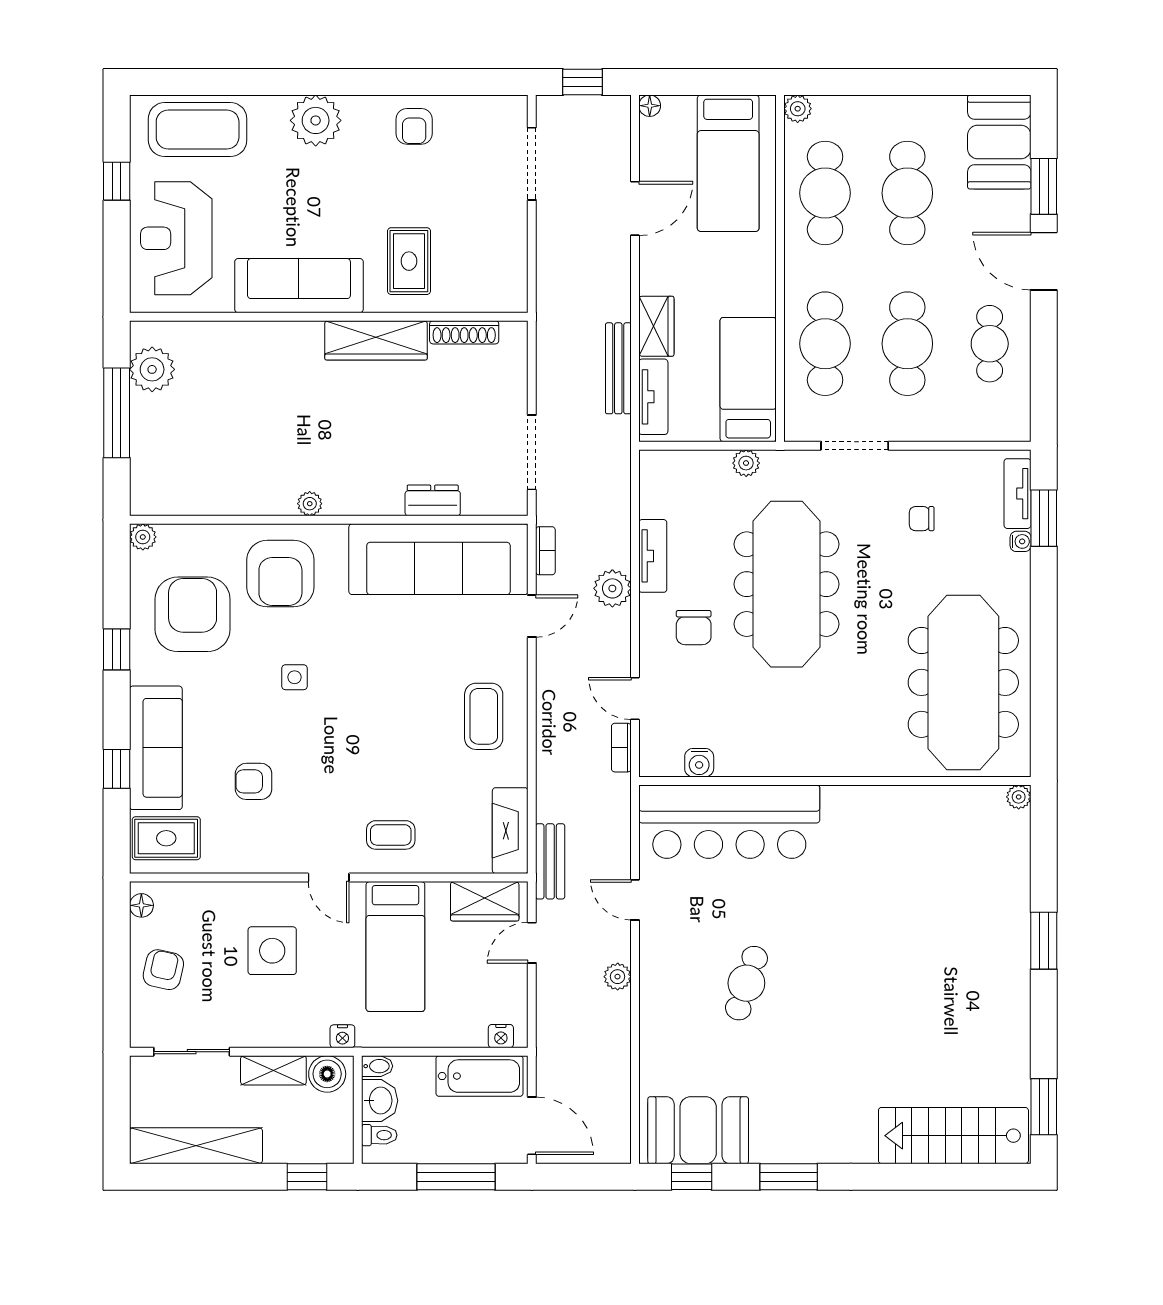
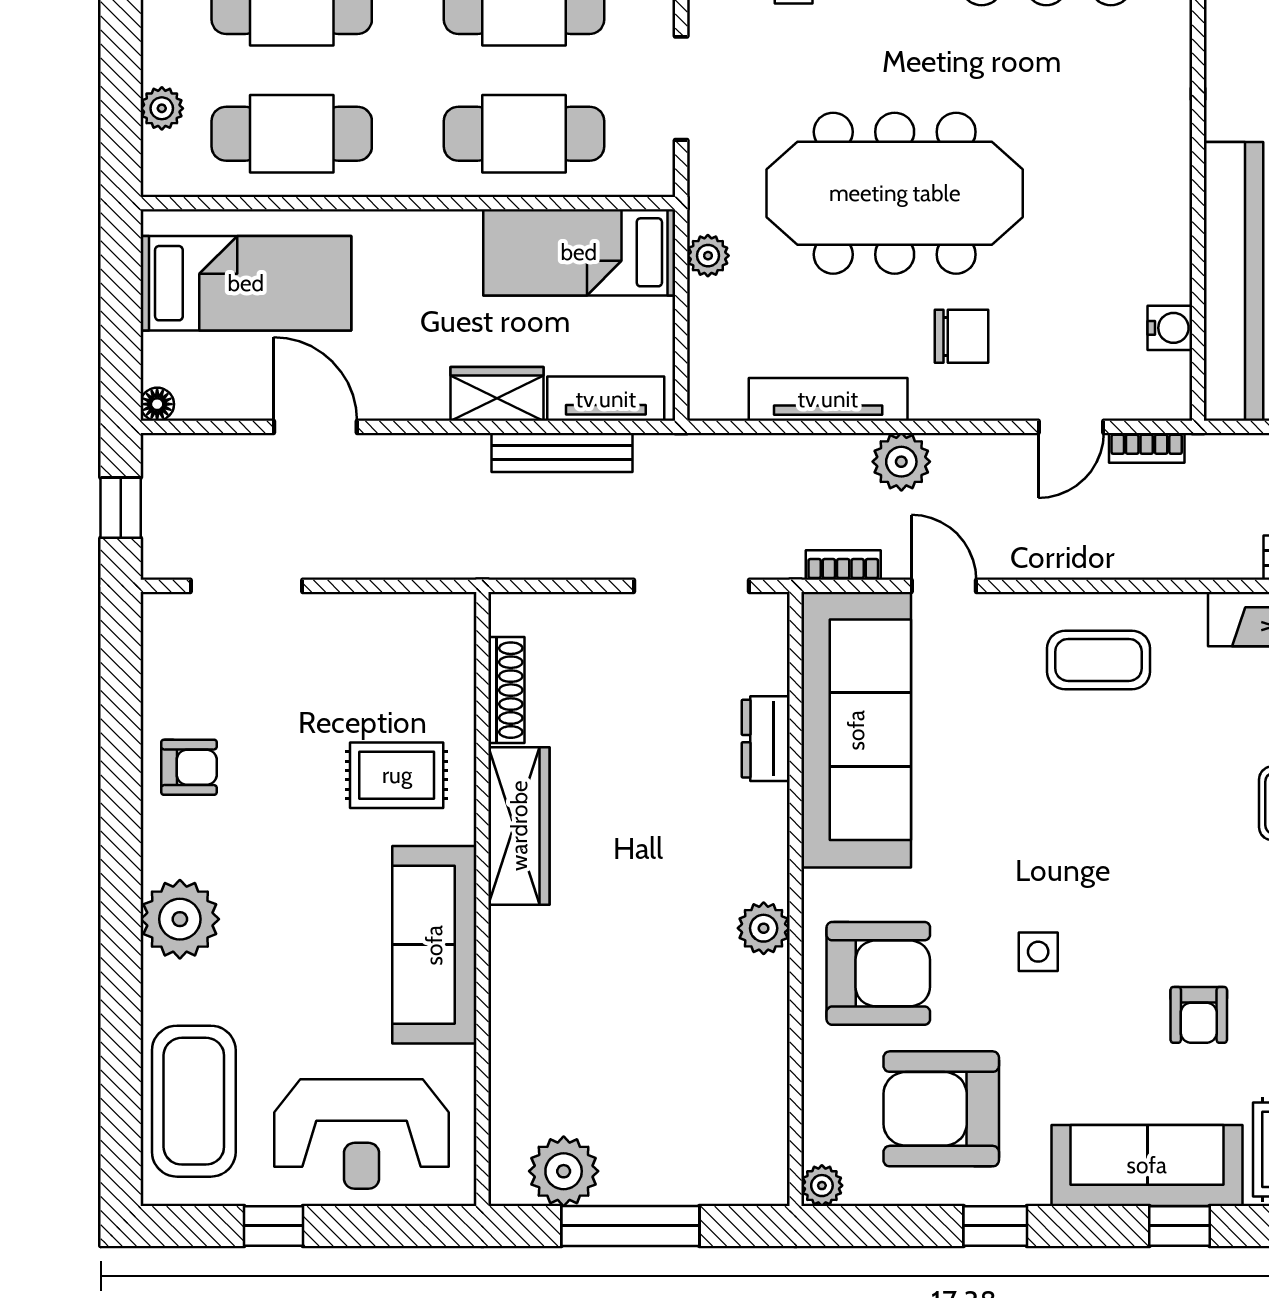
plant: (798, 109) -> (162, 108), moved
plant: (310, 504) -> (764, 928), width x1.38, depth x1.38
tv unit: (653, 556) -> (828, 399), width x1.41

